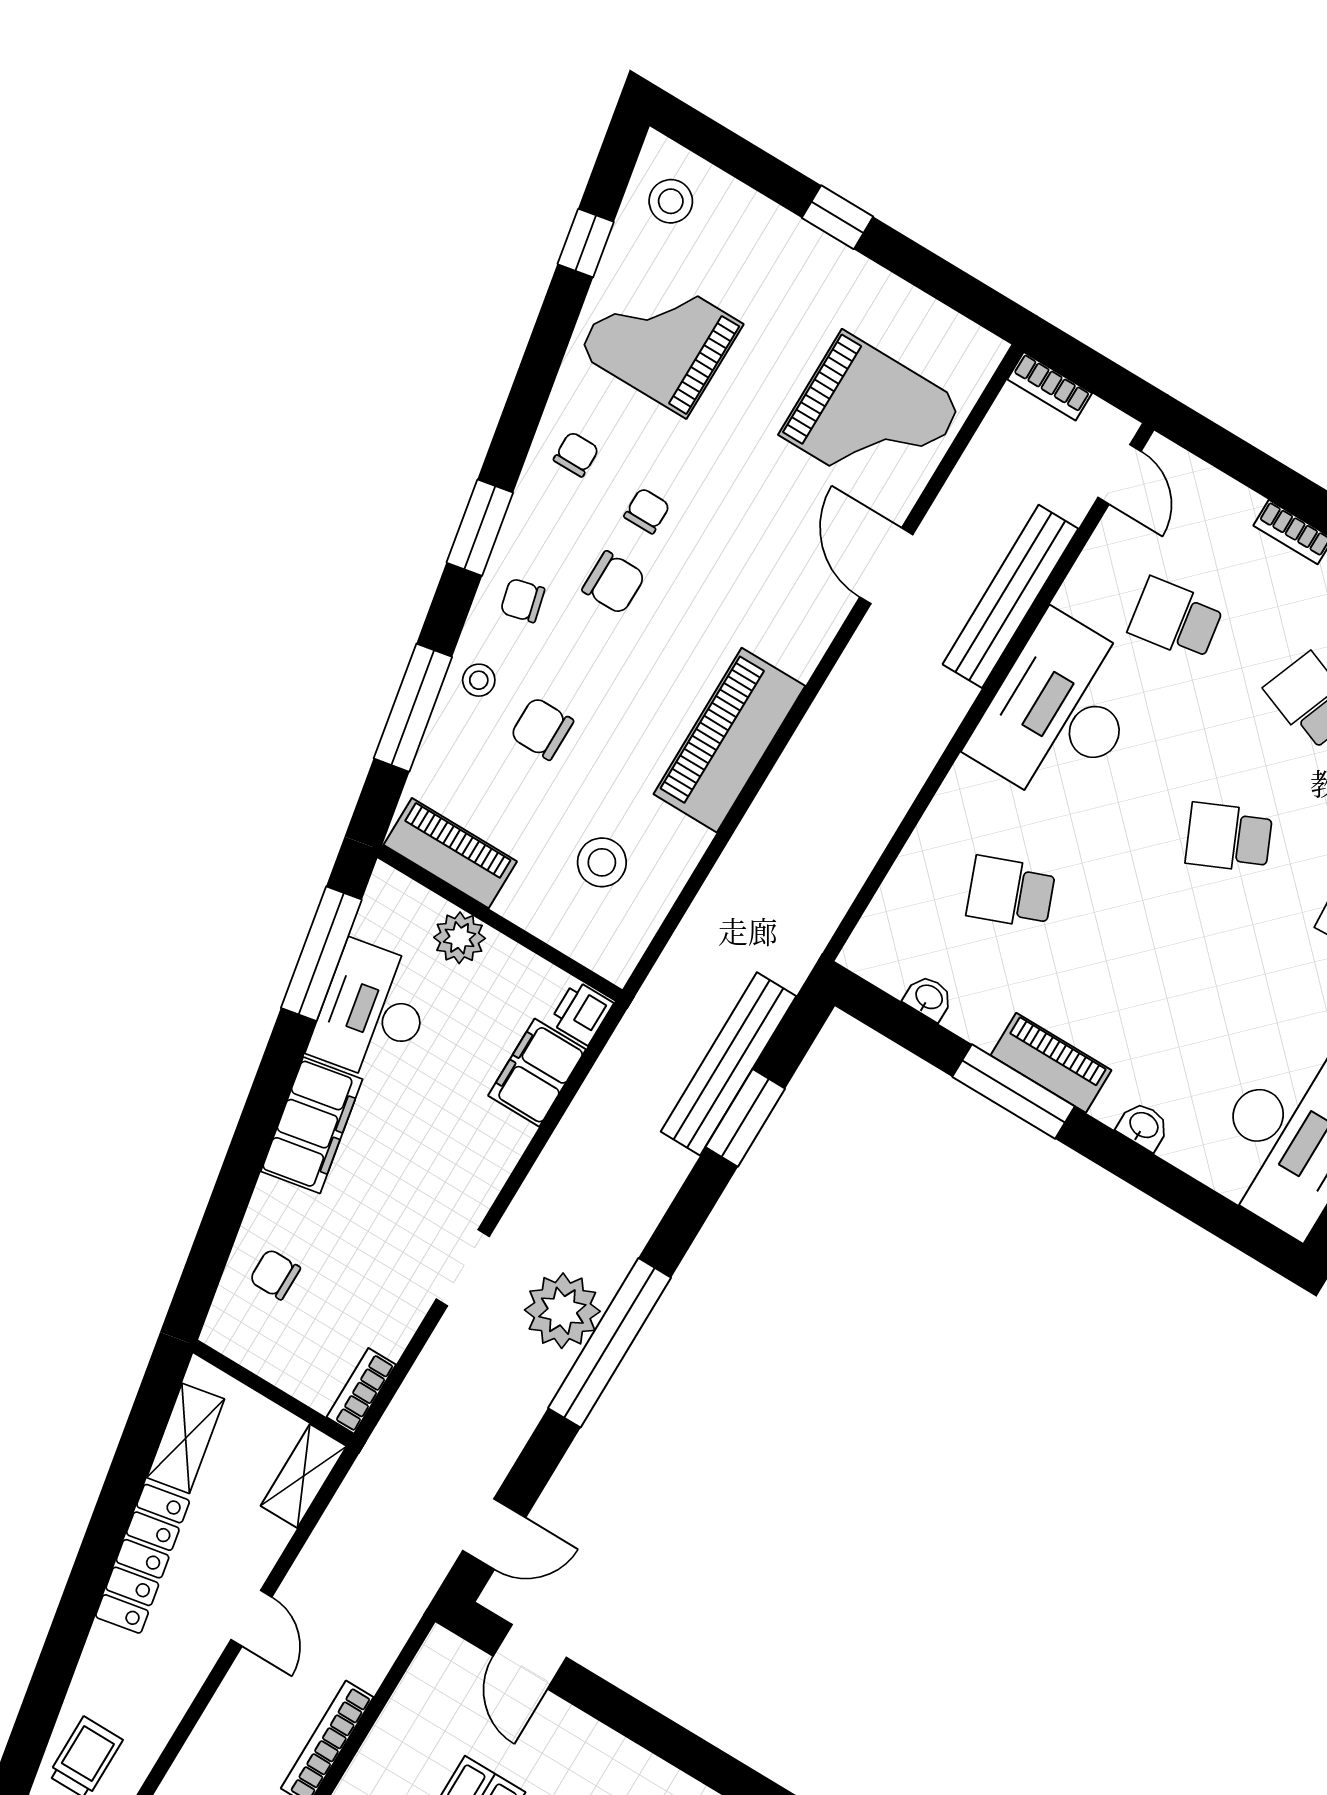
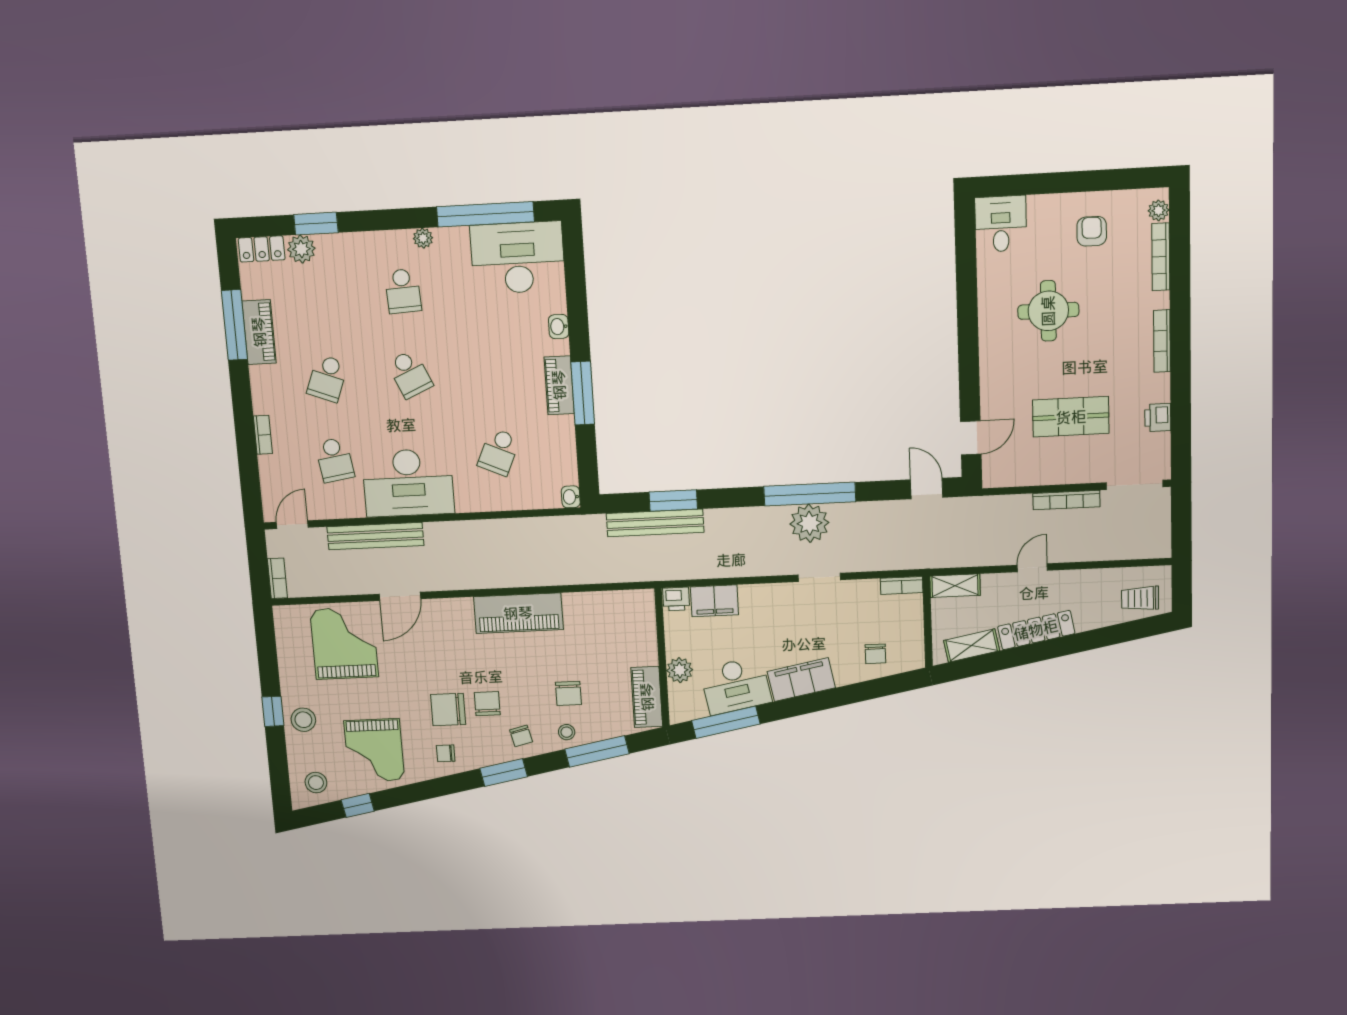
chair: (647, 511) -> (448, 710), width x1.87, depth x1.87
stool: (602, 862) -> (303, 720), moved
school desk: (1011, 892) -> (499, 452), turned 45
washbasin: (929, 998) -> (571, 497), moved

